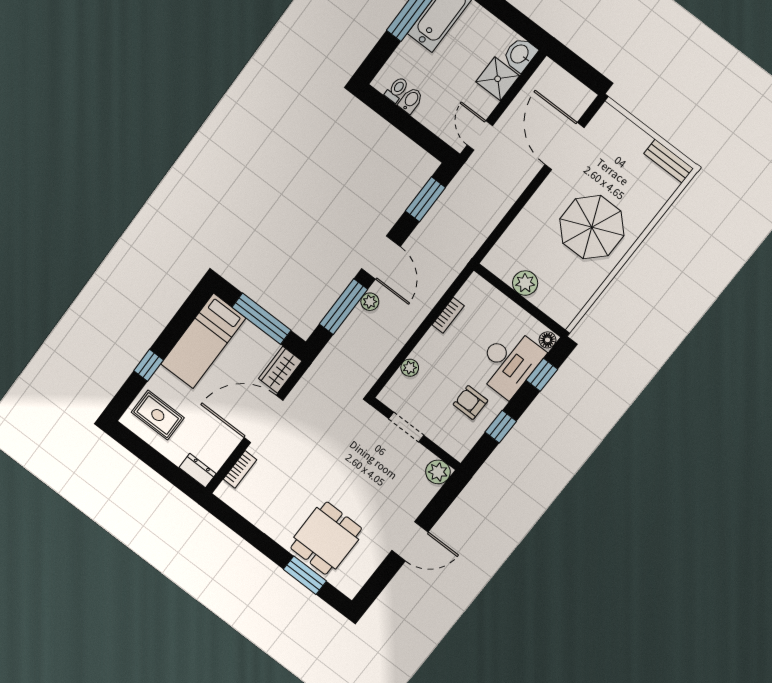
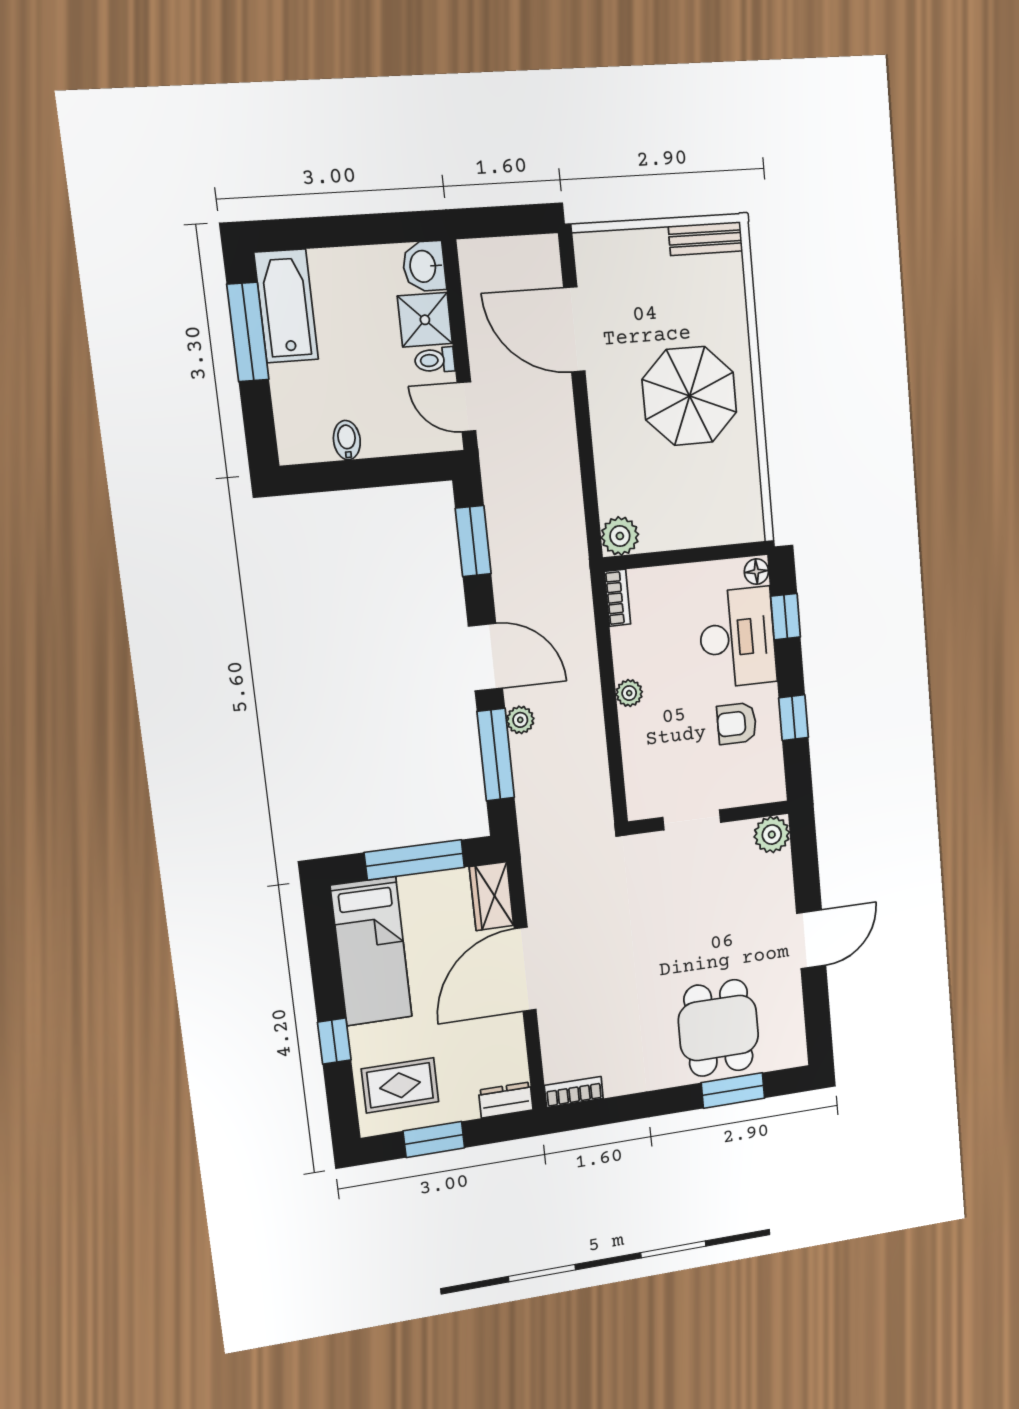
toilet: (397, 90) -> (435, 360), moved, turned -90
plant: (525, 283) -> (620, 536), moved
bookcase: (448, 315) -> (618, 598), moved
plant: (410, 368) -> (629, 693), moved
window: (149, 455) -> (434, 1139), added
bookcase: (240, 469) -> (574, 1092), moved, turned -90

